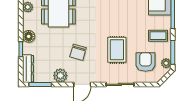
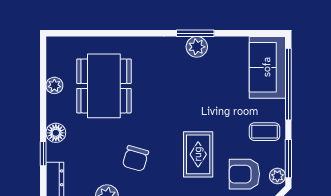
armchair: (146, 62) -> (244, 174), turned -90

